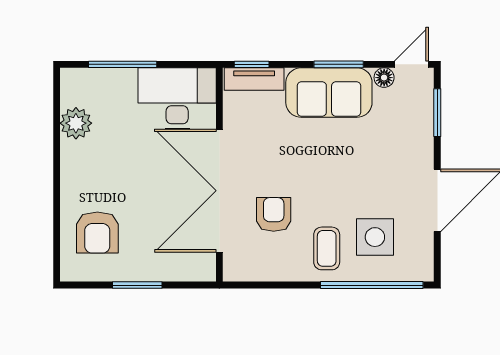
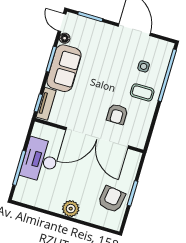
desk: (177, 98) -> (40, 160), moved
plant: (76, 123) -> (71, 209), moved
armchair: (274, 214) -> (117, 114), turned -90
armchair: (97, 233) -> (112, 199), moved, turned -82
side table: (375, 237) -> (144, 66), width x0.54, depth x0.54

